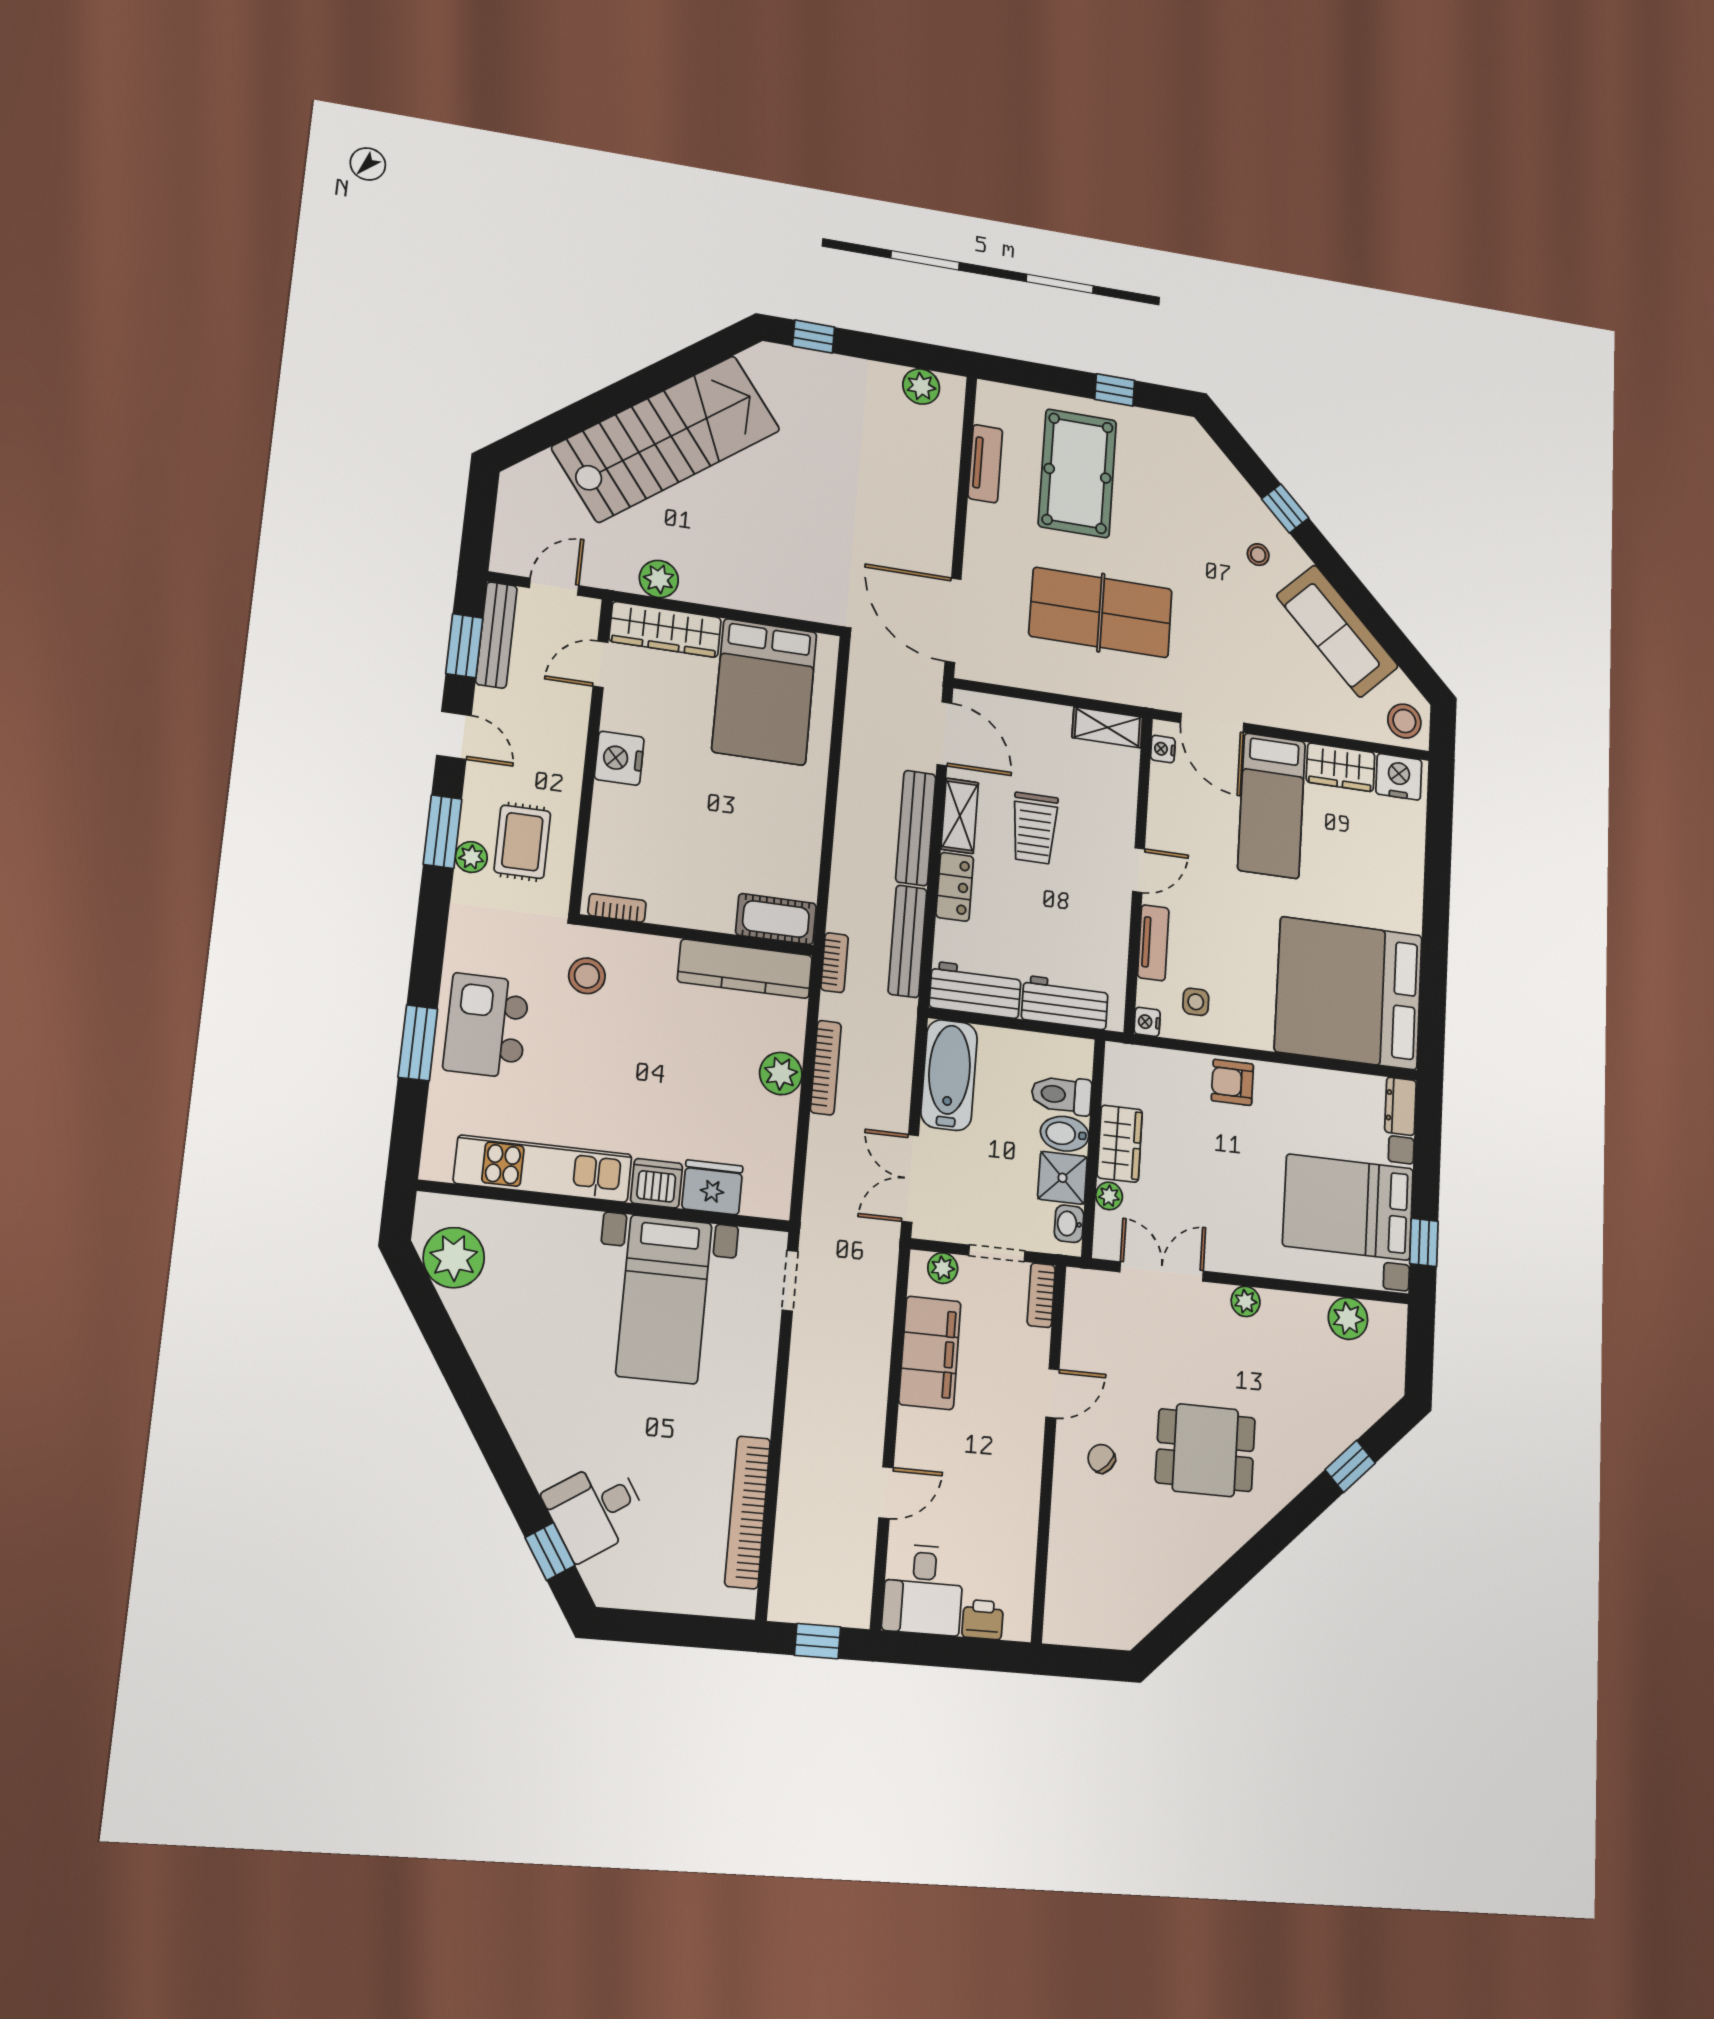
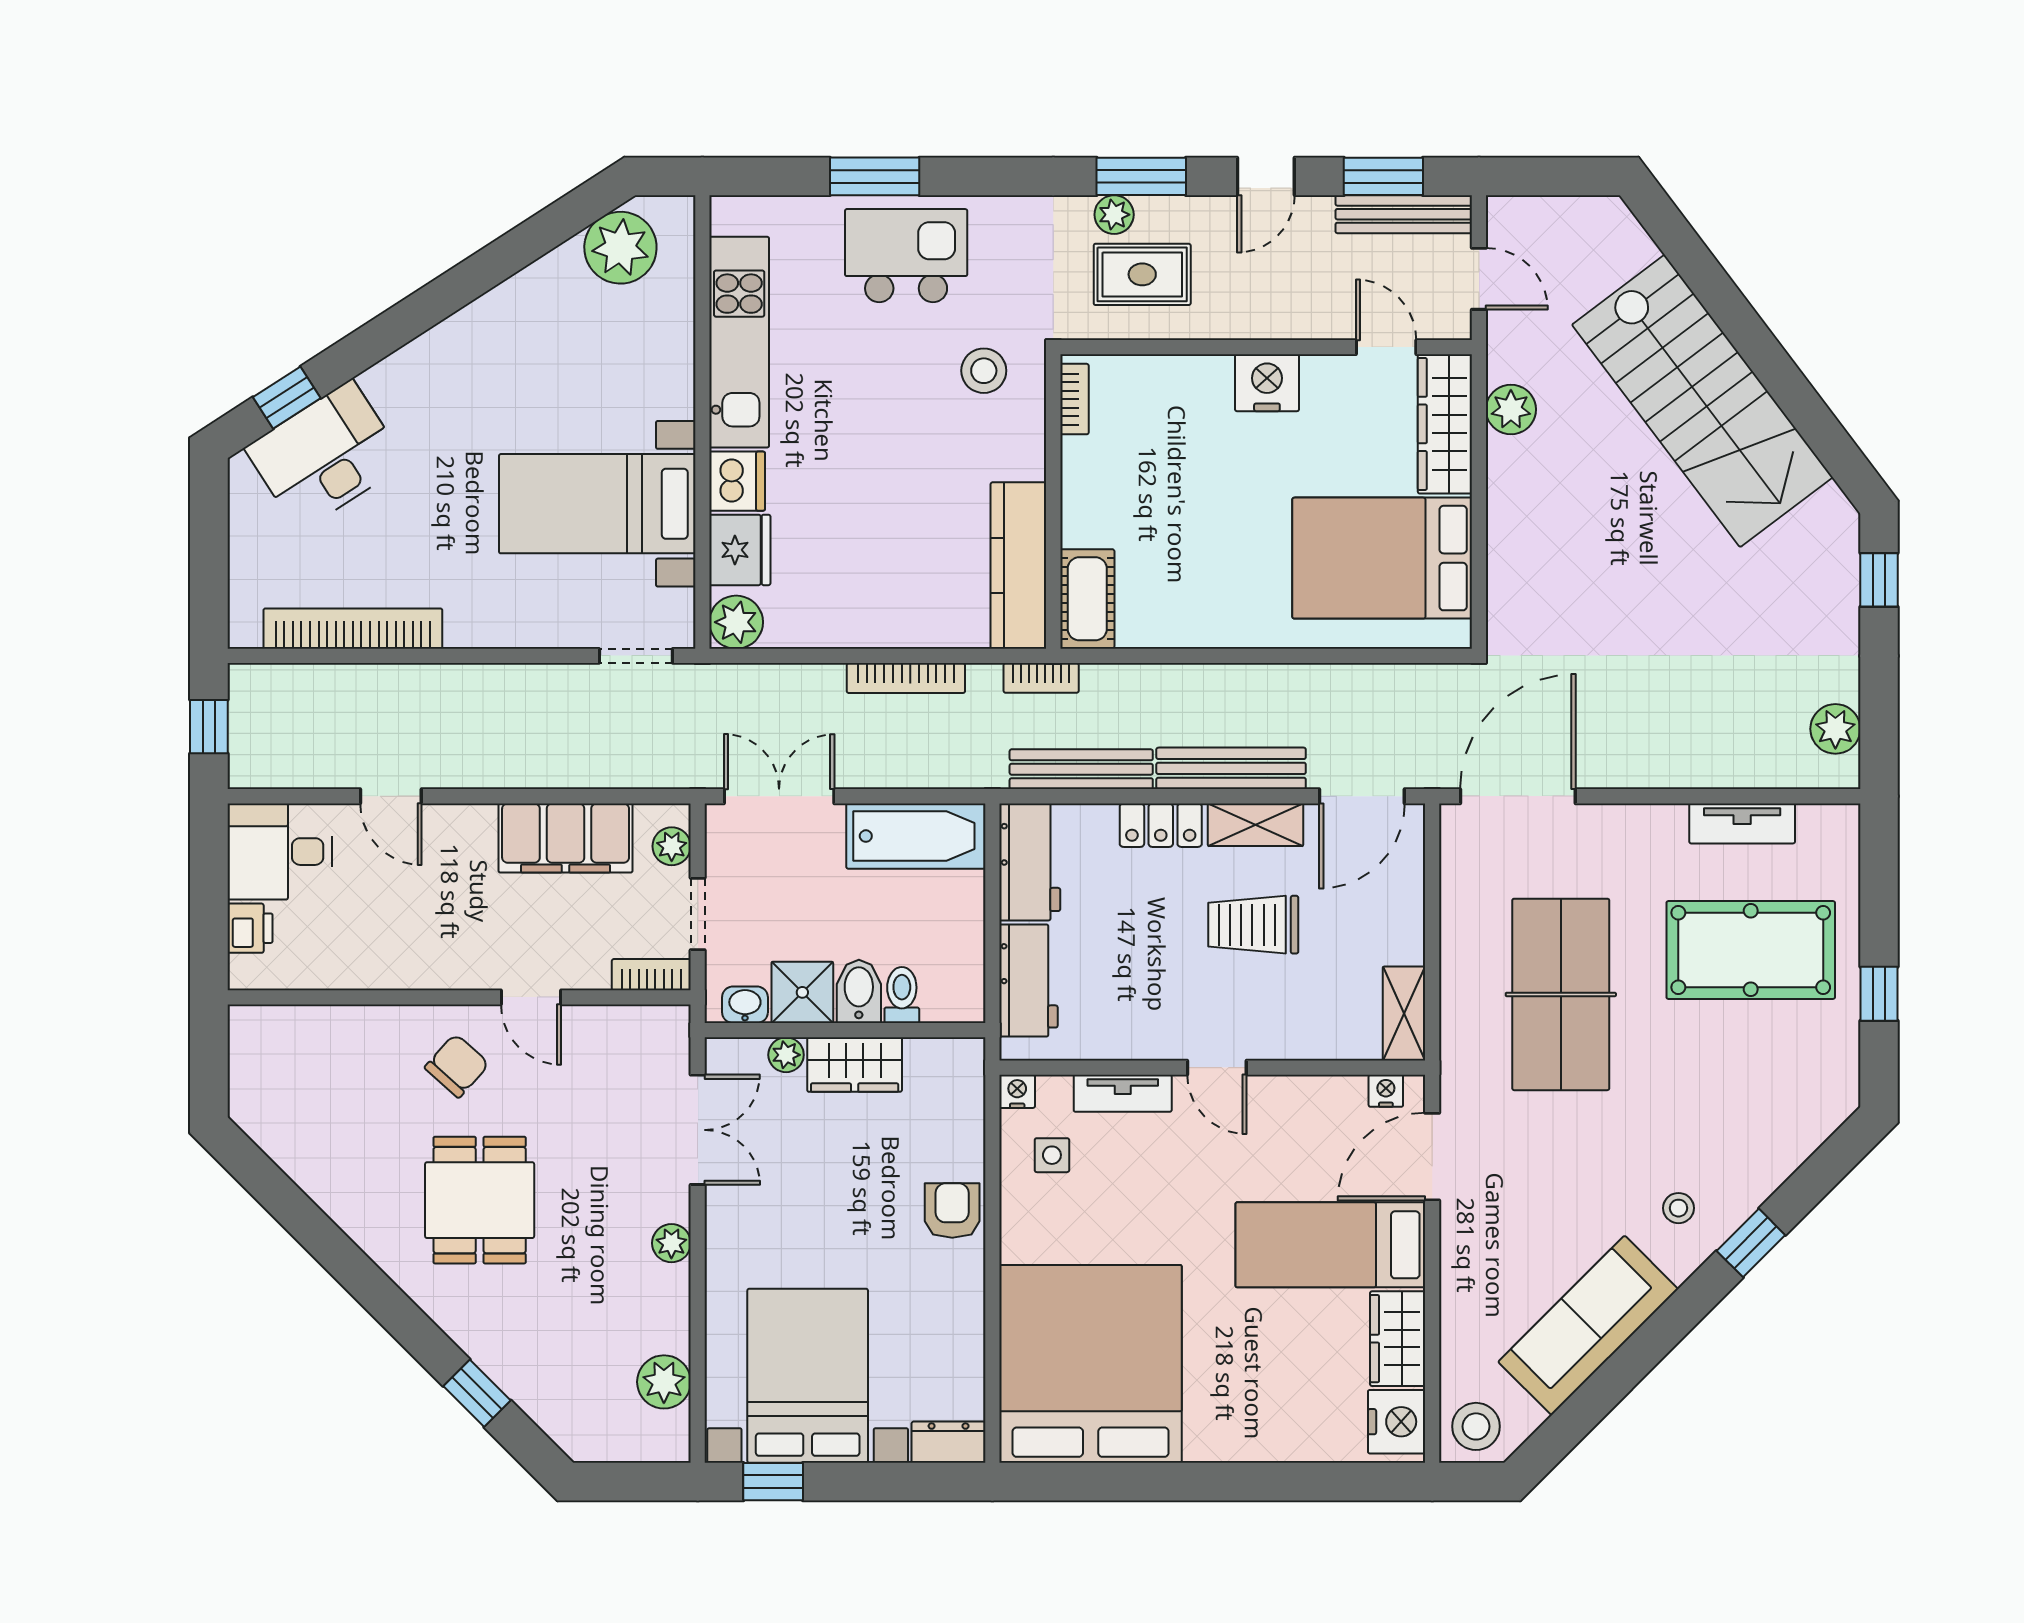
plant: (781, 1074) -> (736, 622), moved
toilet: (1062, 1095) -> (902, 995), width x0.73, depth x0.72
chair: (1101, 1459) -> (457, 1066), width x1.37, depth x1.37
desk: (596, 1509) -> (325, 456), width x1.37

